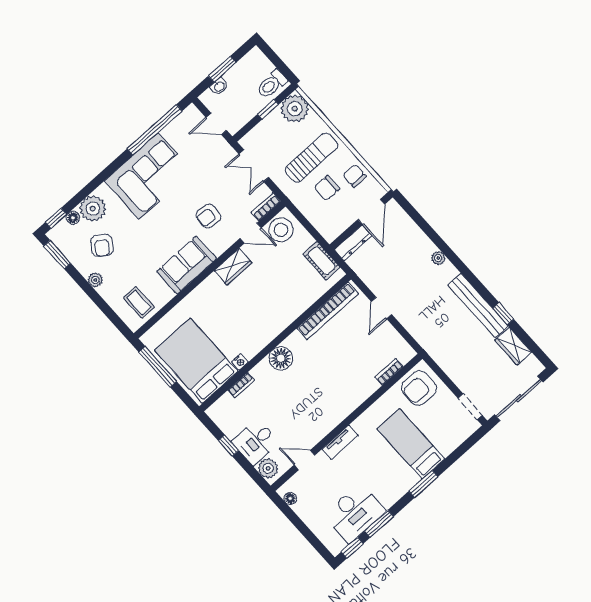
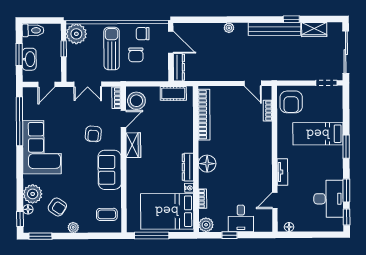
toilet: (272, 84) -> (33, 30), moved, turned -90
washbasin: (219, 86) -> (29, 59), width x1.91, depth x1.45
door: (381, 308) -> (253, 83), moved
dresser: (260, 342) -> (188, 167), added
plant: (268, 468) -> (206, 225), moved

